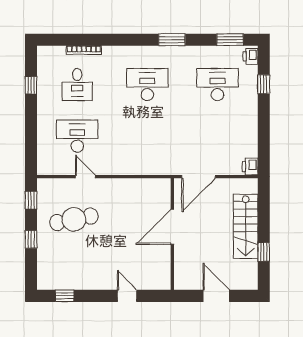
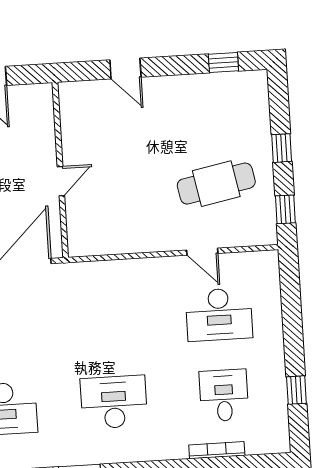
desk: (147, 85) -> (114, 402), turned 180
door: (172, 227) -> (61, 181), width x0.53

